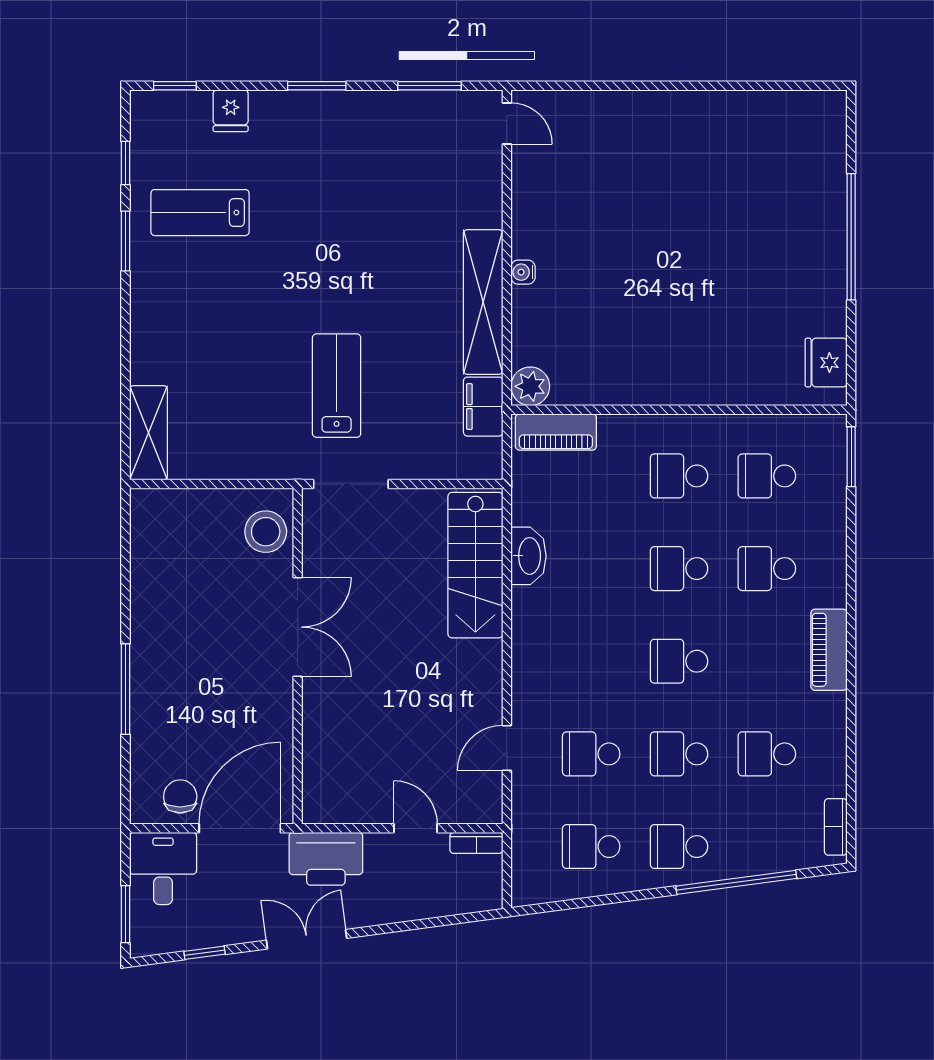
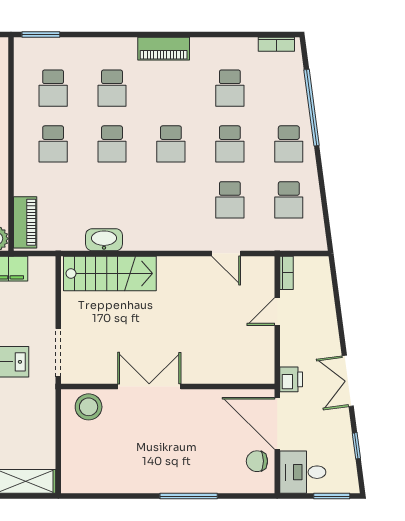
printer: (326, 859) -> (291, 379), width x0.53, depth x0.68

